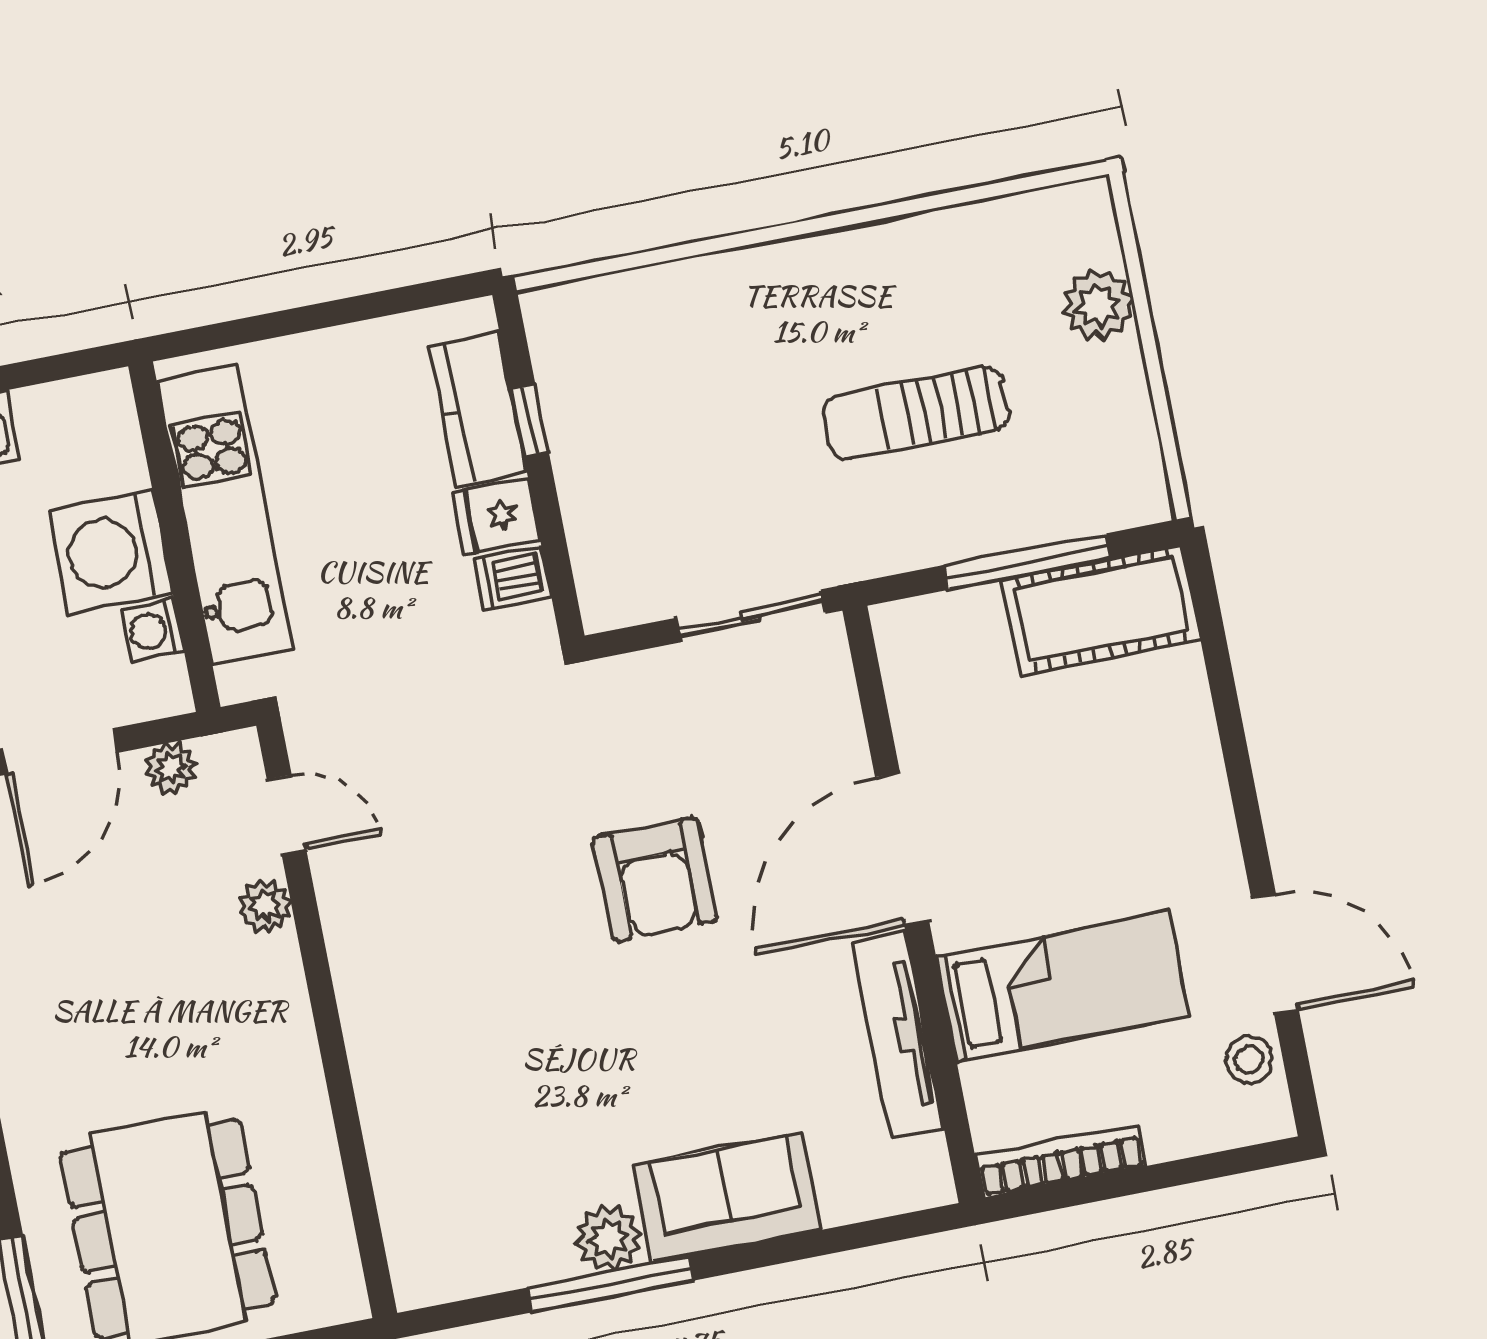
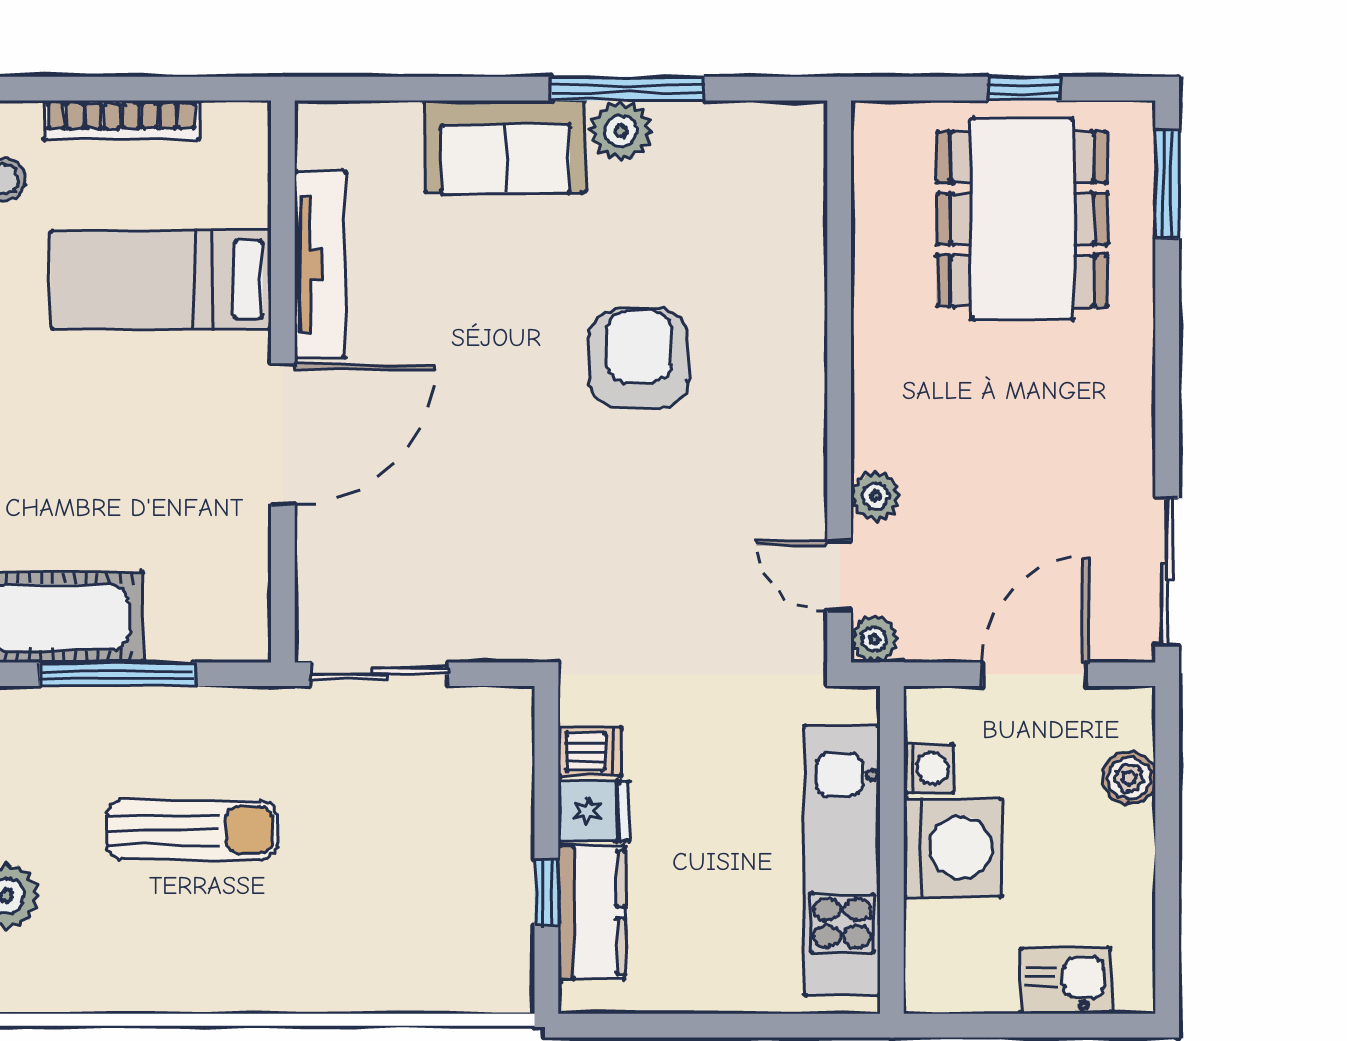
plant: (171, 768) -> (874, 639), moved
armchair: (655, 879) -> (639, 359), moved
bookcase: (1061, 1161) -> (121, 120), moved

